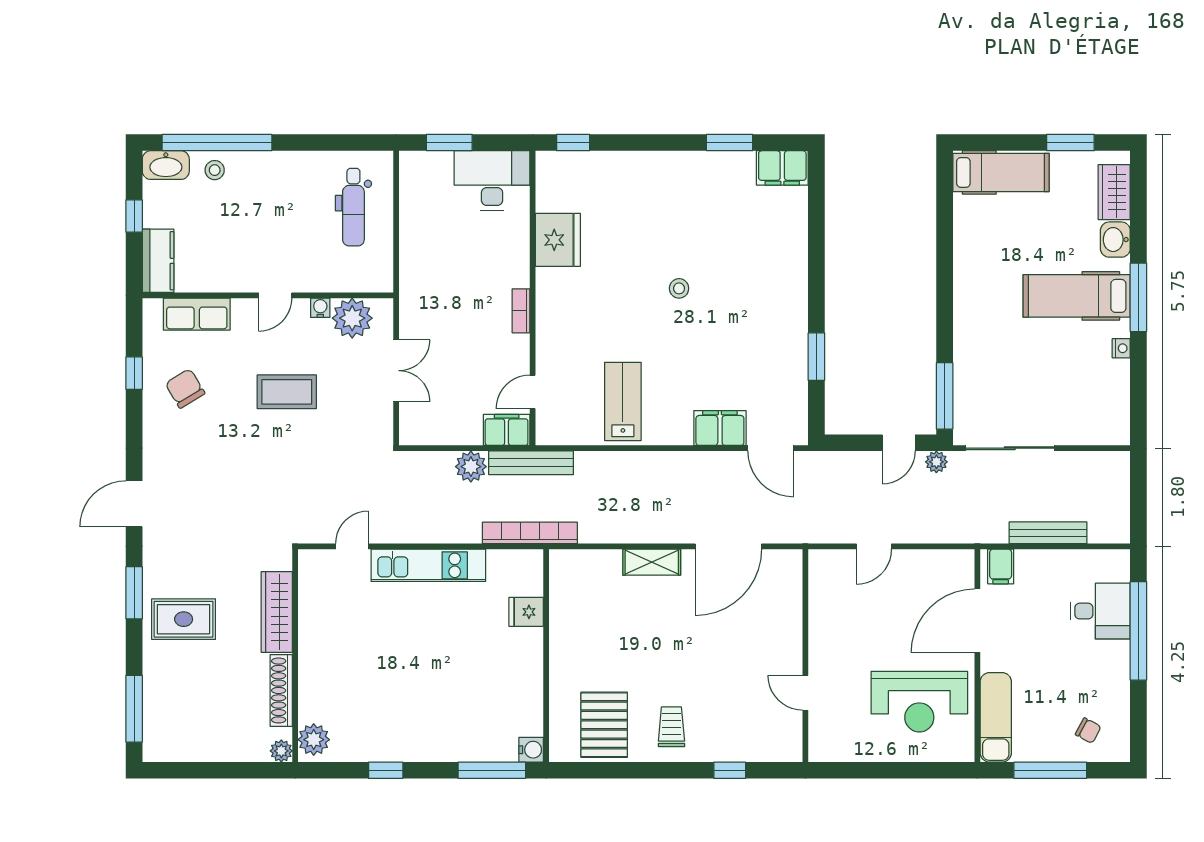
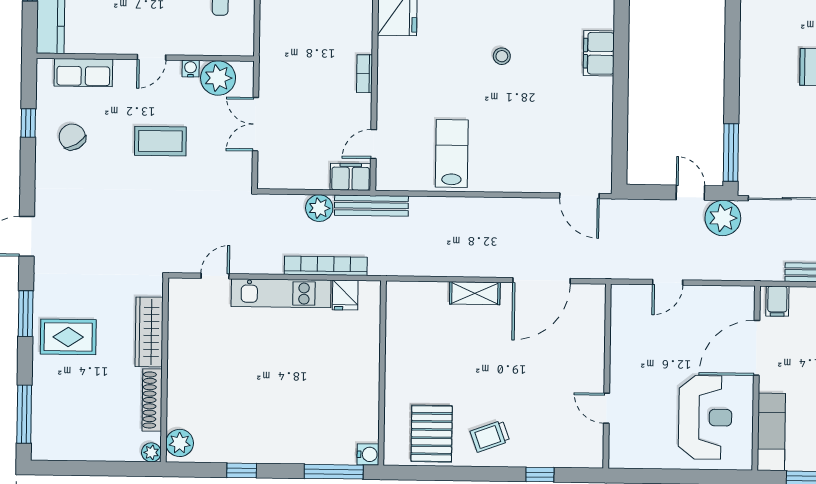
window: (816, 357) -> (620, 117), removed
double door: (396, 371) -> (255, 124), swing flipped
filing cabinet: (720, 428) -> (599, 53), moved, turned -90
door: (899, 443) -> (690, 193), swing flipped
plant: (936, 462) -> (723, 218), width x1.87, depth x1.87
bookcase: (530, 533) -> (326, 266), moved
fridge: (526, 612) -> (345, 295), moved, turned -90
reception desk: (919, 702) -> (705, 417), turned -90
trolley: (671, 727) -> (490, 436), turned -110

